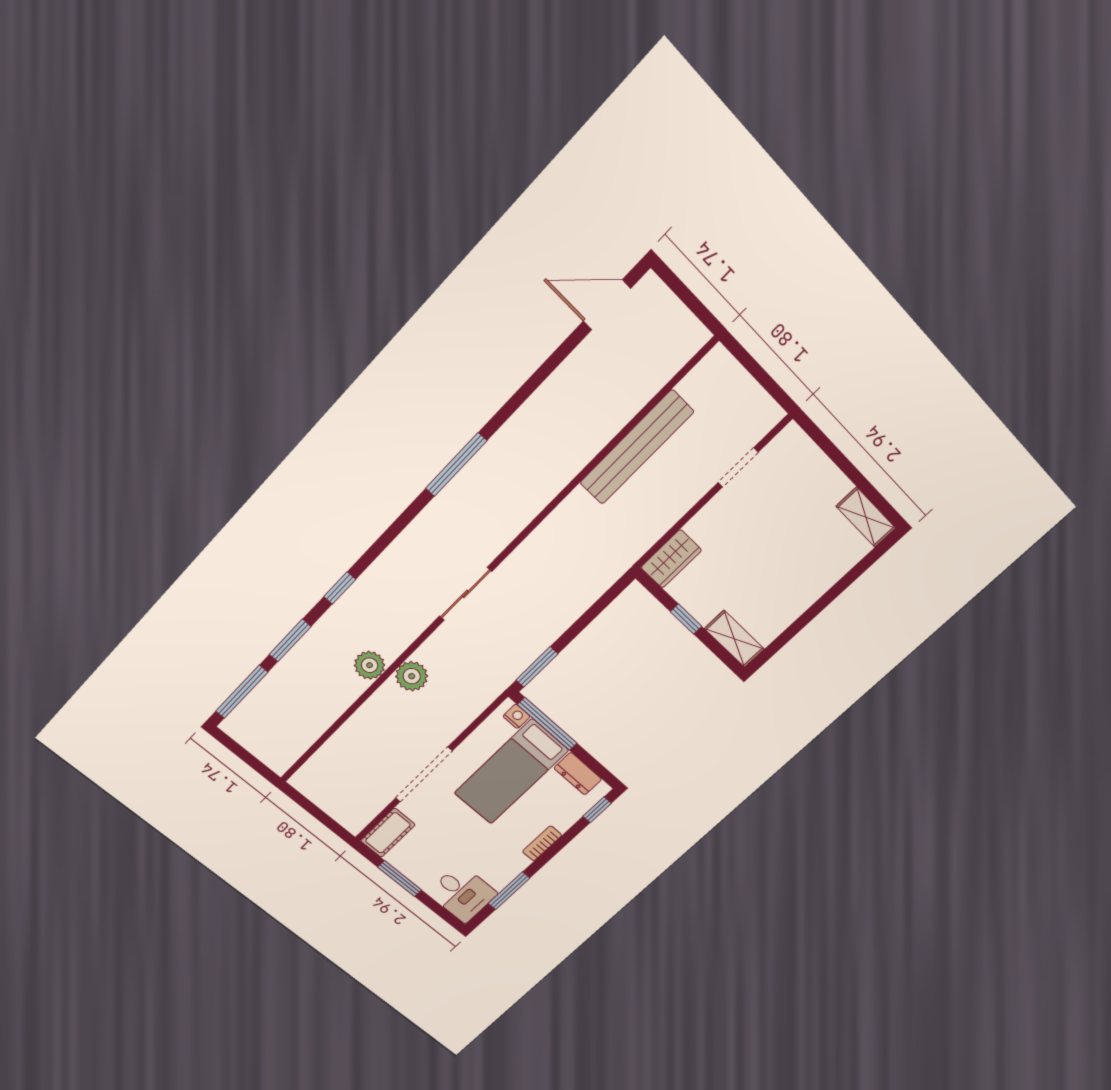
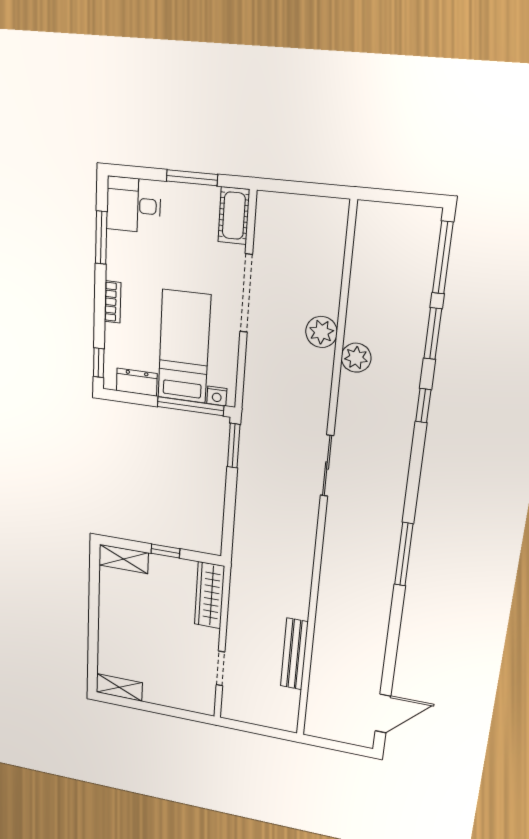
bench: (637, 448) -> (294, 654), width x0.73, depth x0.82
wardrobe: (671, 559) -> (209, 595), width x1.50
plant: (412, 676) -> (321, 332), moved

